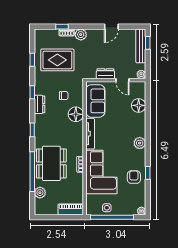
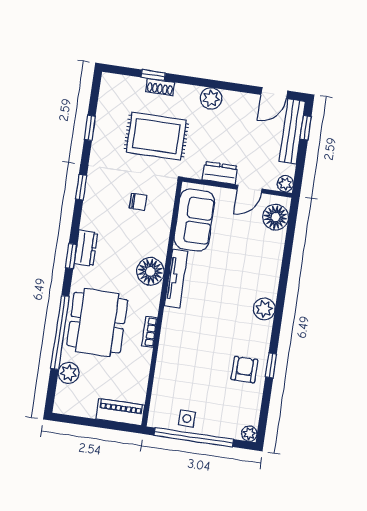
door: (111, 27) -> (274, 93), moved
plant: (81, 35) -> (211, 98), moved
rug: (57, 60) -> (156, 136), moved
door: (122, 80) -> (249, 189), hinge flipped
dresser: (39, 104) -> (86, 248), moved
floor lamp: (139, 105) -> (276, 217), moved
floor lamp: (76, 114) -> (150, 271), moved
corner sofa: (101, 172) -> (187, 351), removed

